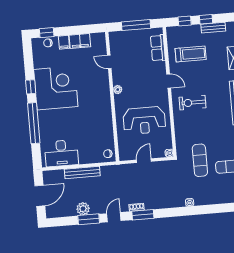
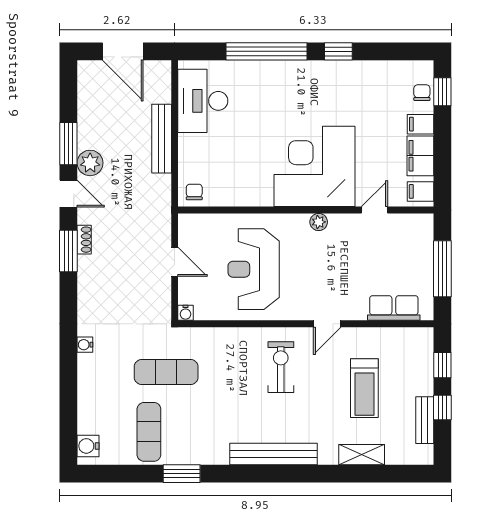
filing cabinet: (98, 39) -> (421, 191), added
treadmill: (191, 54) -> (364, 388), moved
corner desk: (56, 88) -> (315, 166), moved, turned 180
plant: (83, 209) -> (90, 163), moved

